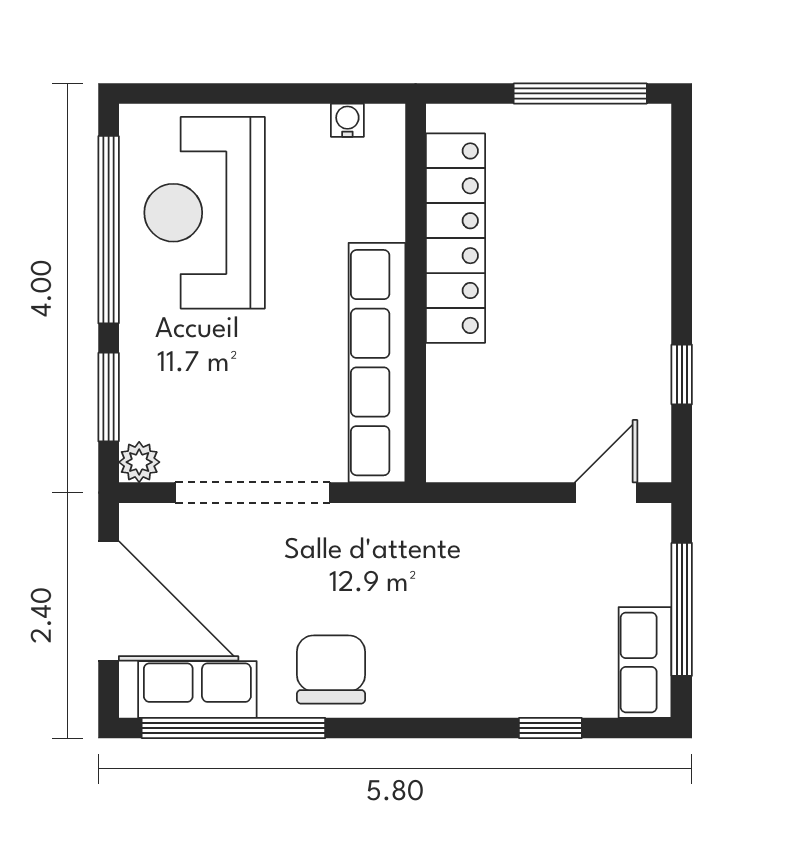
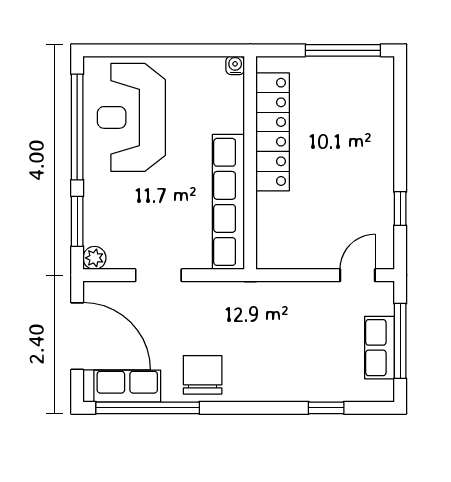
water cooler: (347, 120) -> (235, 65), moved
doorway: (253, 493) -> (158, 275), width x0.53
row of seats: (645, 662) -> (379, 348), moved

